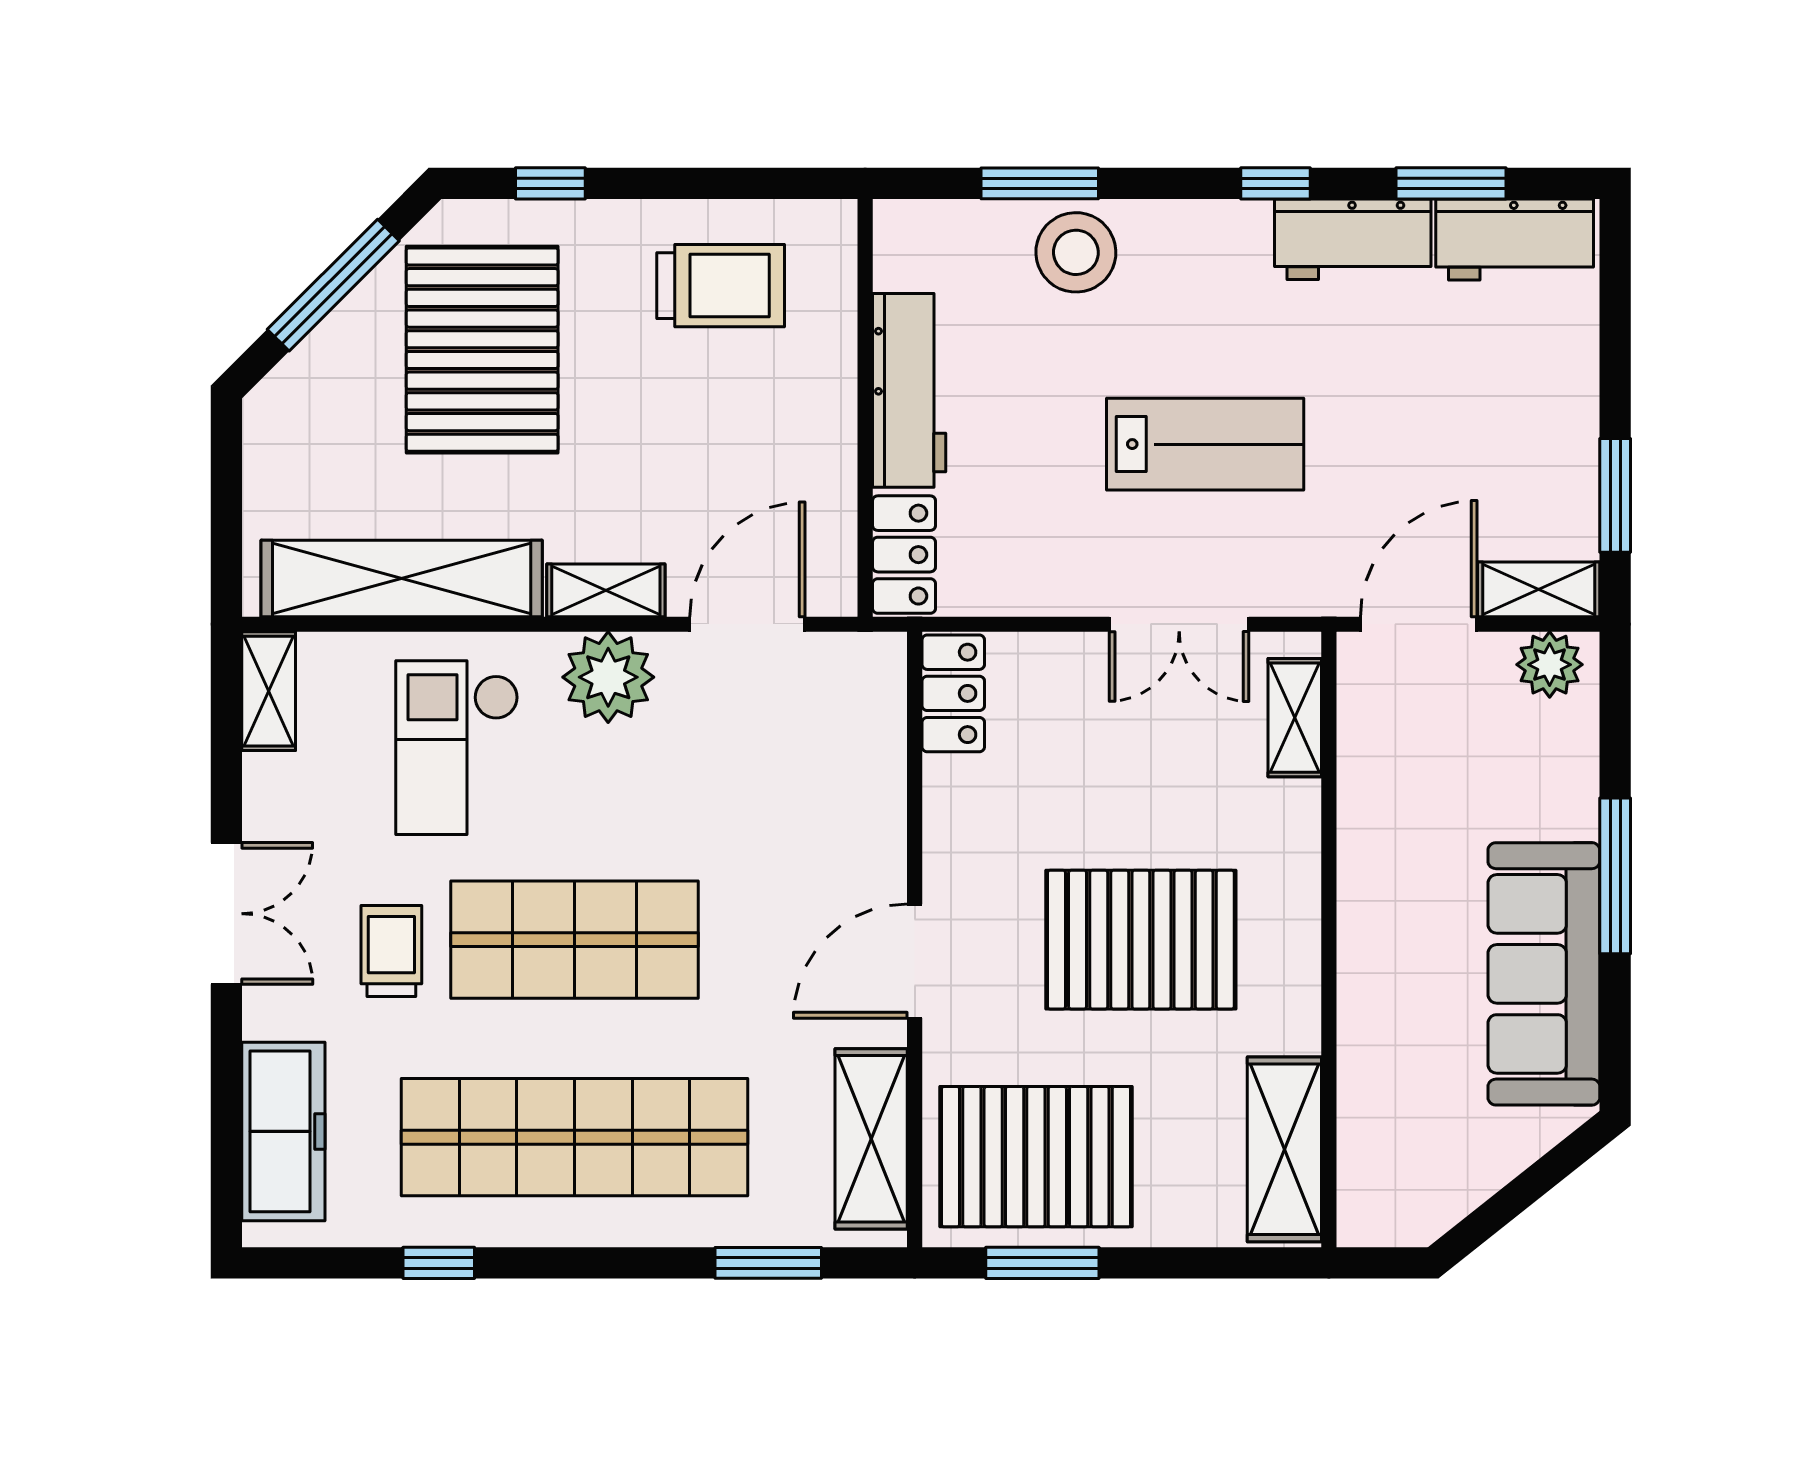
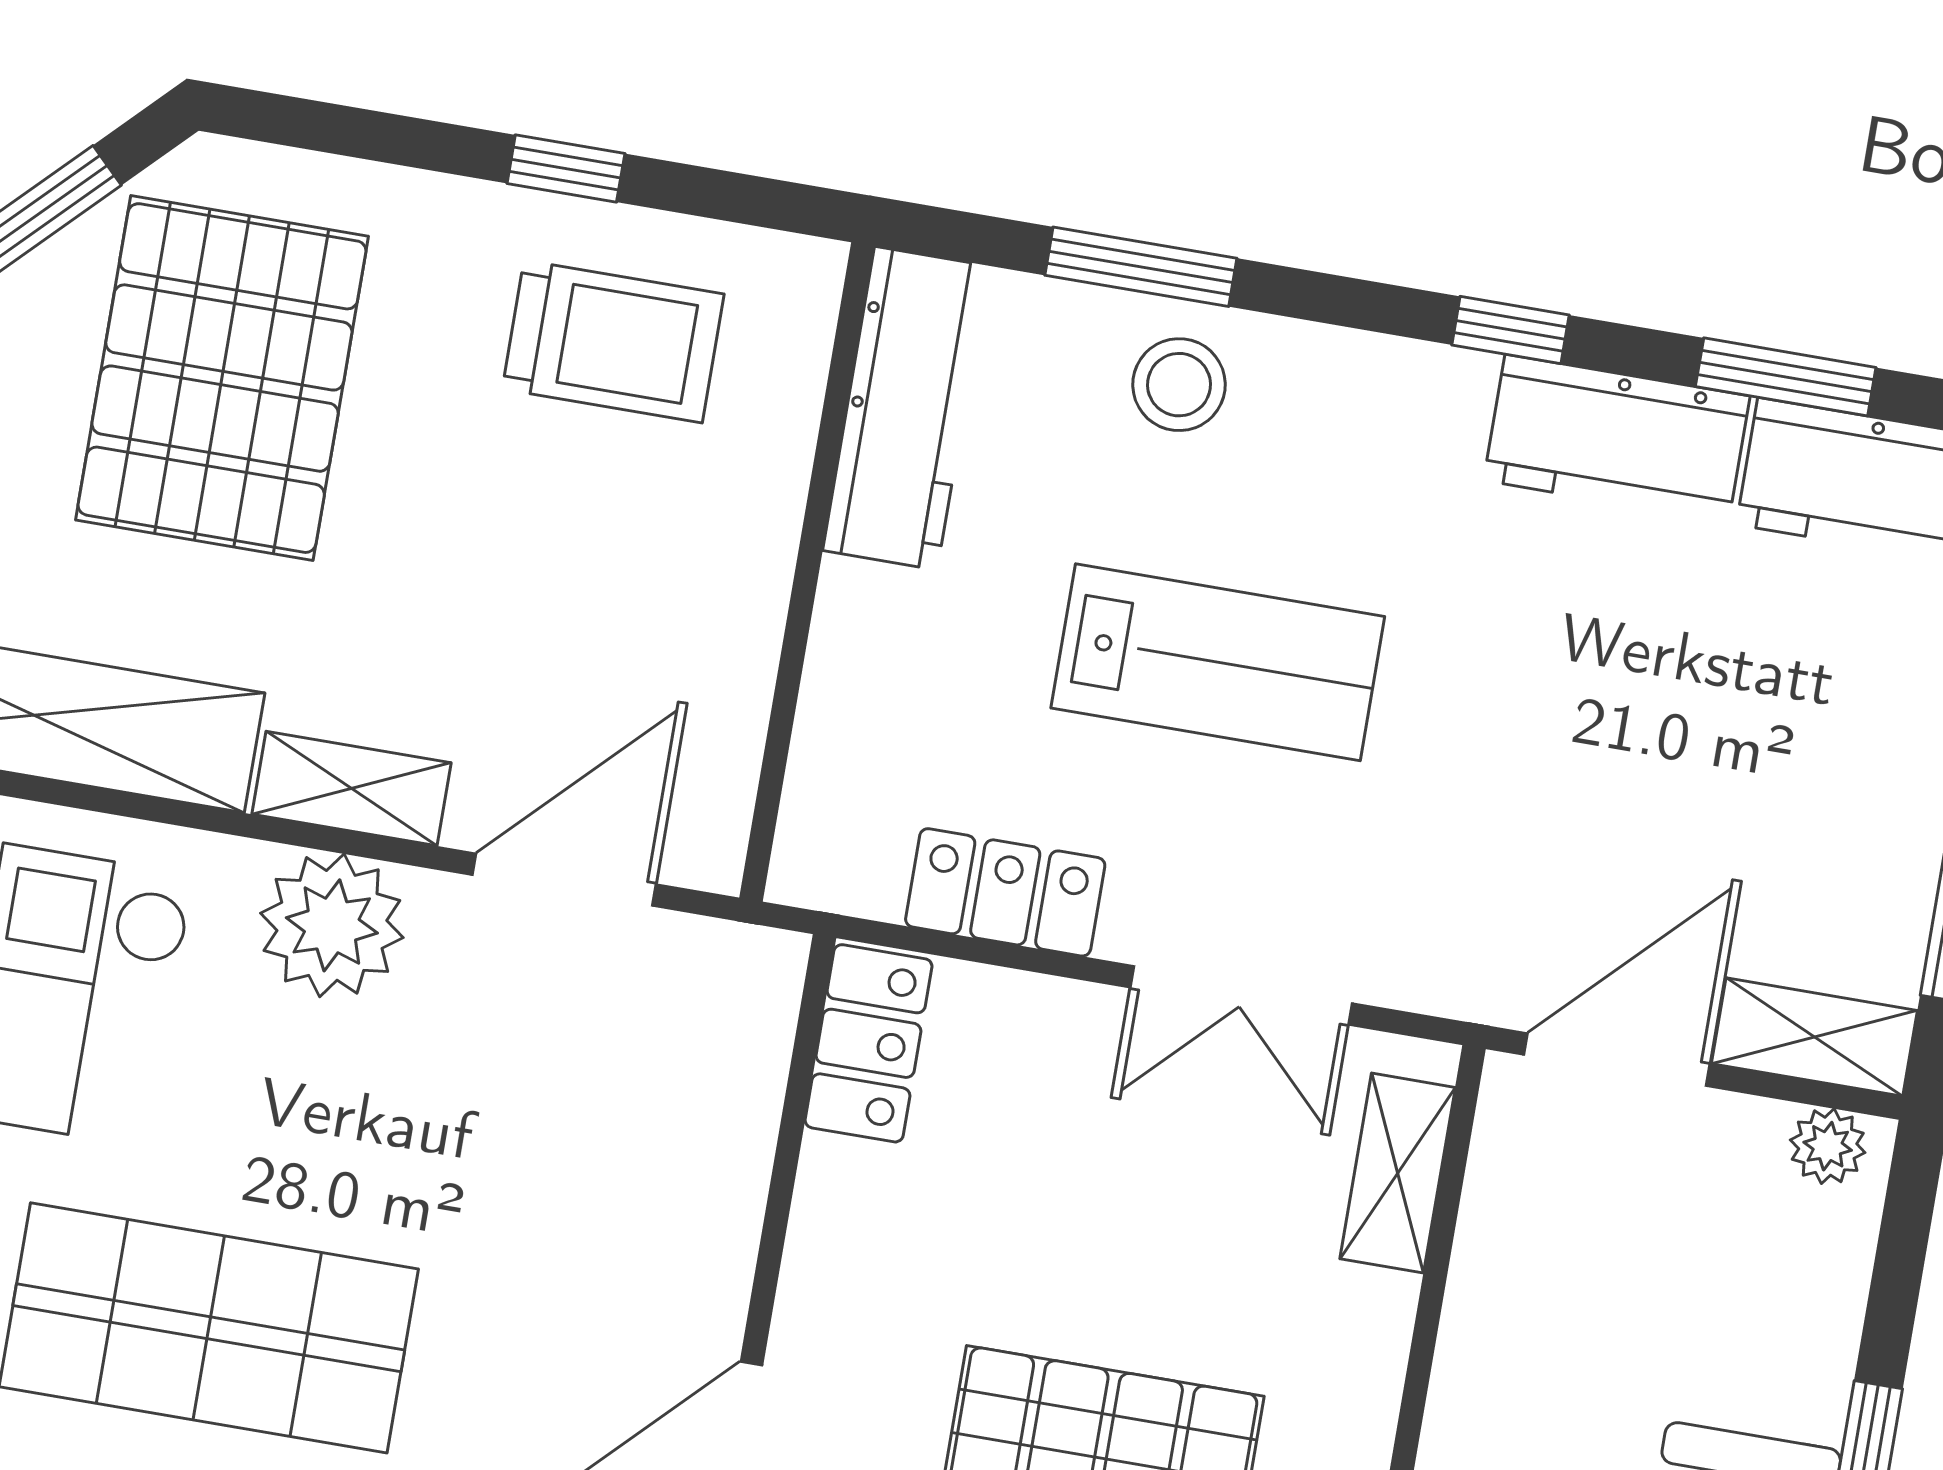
window: (550, 183) -> (566, 168), moved
stool: (1076, 252) -> (1179, 385), width x0.73, depth x0.73
workbench: (909, 390) -> (906, 408), moved
lab bench: (1205, 444) -> (1218, 662), moved
locker: (904, 555) -> (1005, 892), moved, turned -90
plant: (1550, 665) -> (1828, 1146), width x0.73, depth x0.73

